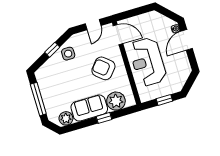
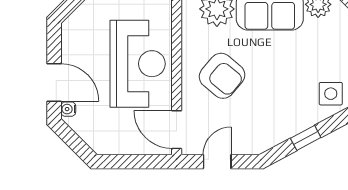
door: (187, 40) -> (54, 82), hinge flipped
side table: (68, 54) -> (331, 94), moved

